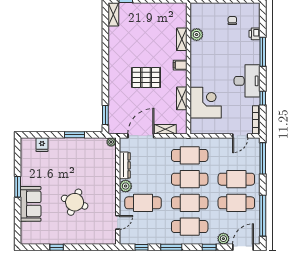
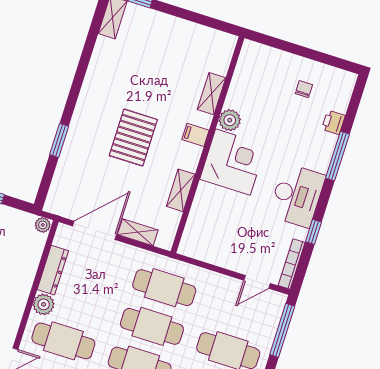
plant: (197, 35) -> (230, 120), moved
pallet: (146, 77) -> (133, 138), turned 90
corner desk: (206, 103) -> (233, 162), moved
window: (105, 115) -> (59, 140), moved

